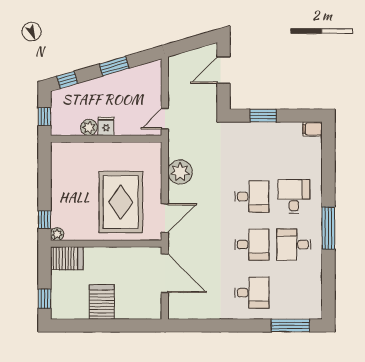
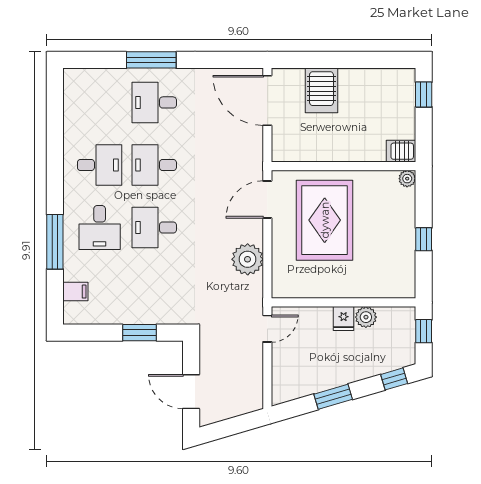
door: (223, 70) -> (191, 392), swing flipped
filing cabinet: (313, 129) -> (75, 292), moved
window: (44, 220) -> (424, 239), moved
window: (328, 228) -> (55, 242), moved
server rack: (67, 258) -> (401, 151), width x0.73, depth x0.70
door: (165, 273) -> (267, 101), moved
server rack: (102, 302) -> (321, 90), moved
window: (290, 325) -> (151, 60), moved

